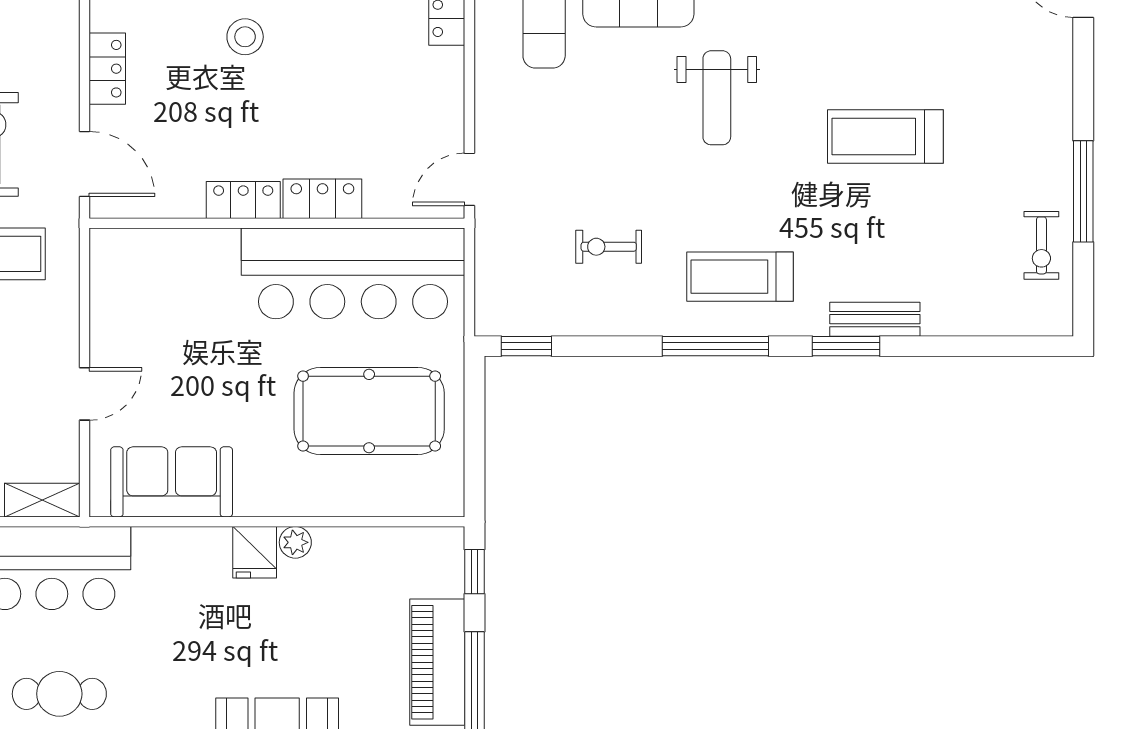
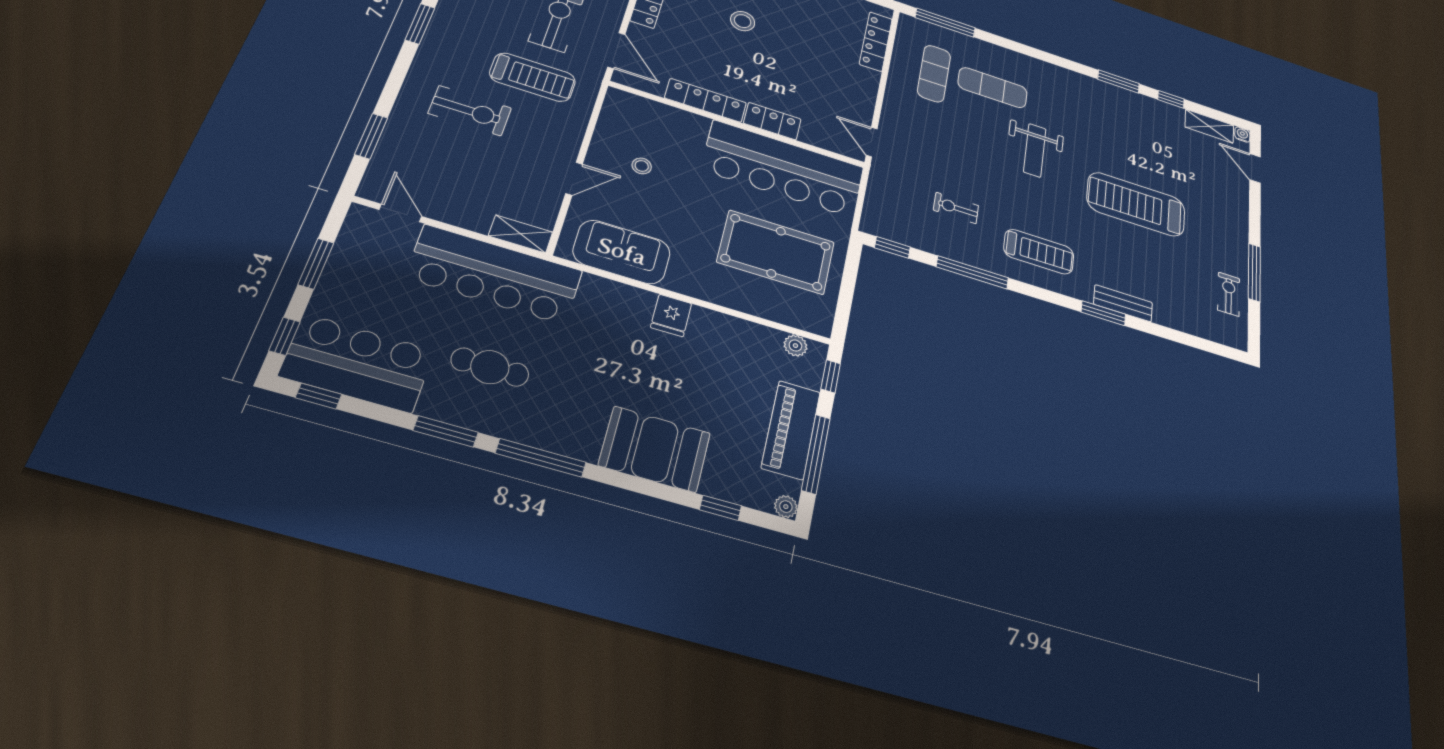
treadmill: (885, 137) -> (1136, 204), width x1.37, depth x1.38
door: (469, 179) -> (872, 142), hinge flipped
locker: (243, 200) -> (706, 100), width x1.53
exercise bike: (1041, 245) -> (1229, 294), turned 180
treadmill: (740, 277) -> (1039, 252), turned 180
stool: (165, 341) -> (642, 166), added
window: (715, 346) -> (972, 272), moved
plant: (295, 542) -> (795, 346), moved

